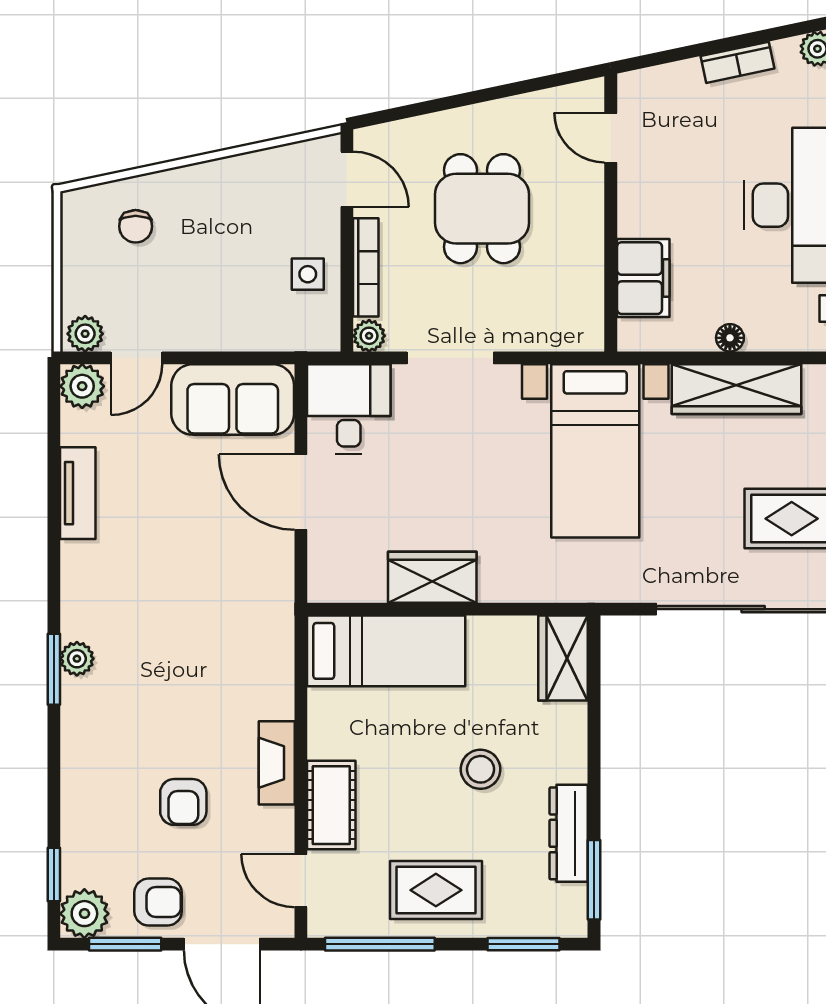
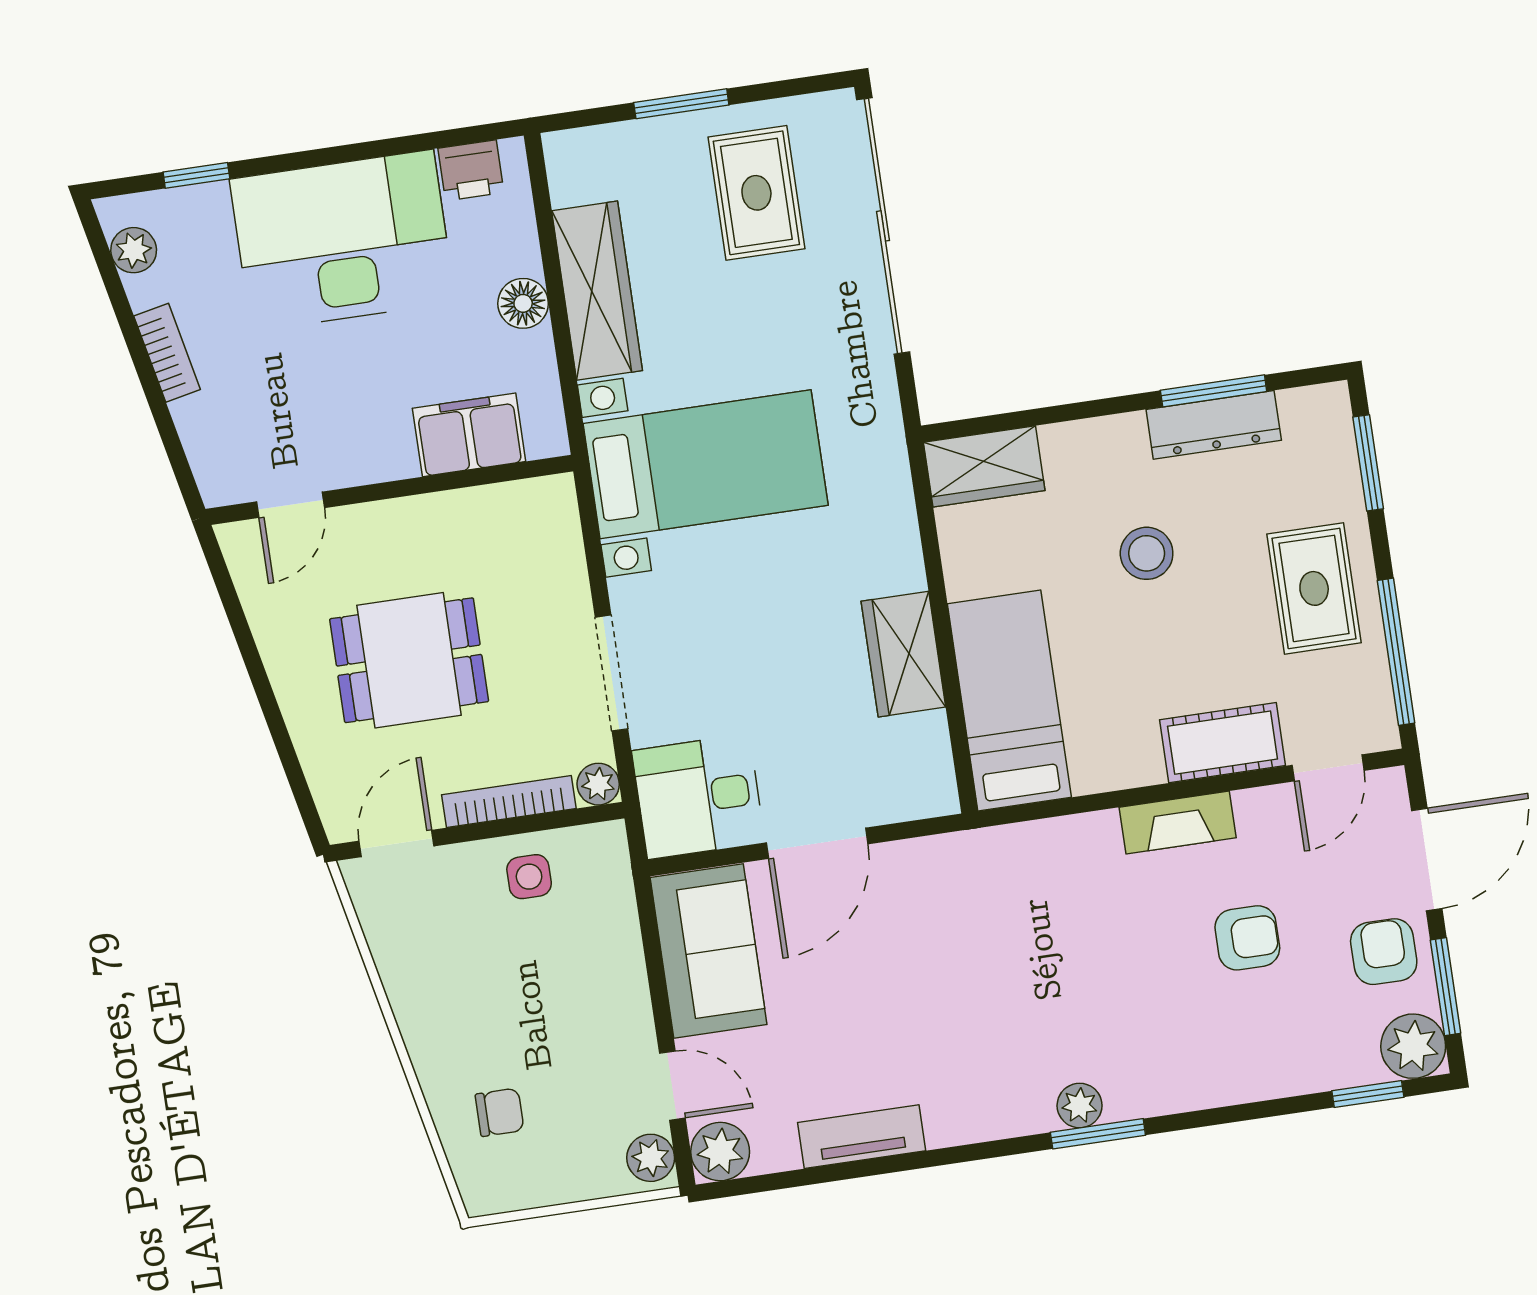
floor lamp: (730, 338) -> (523, 303), width x1.37, depth x1.37
window: (594, 880) -> (1214, 391), moved

